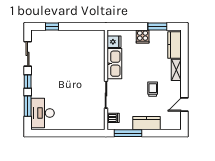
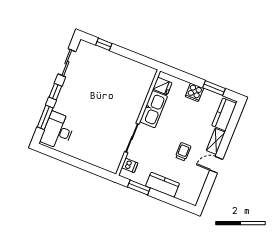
door: (184, 104) -> (216, 165), moved
window: (128, 133) -> (139, 187), width x0.69

